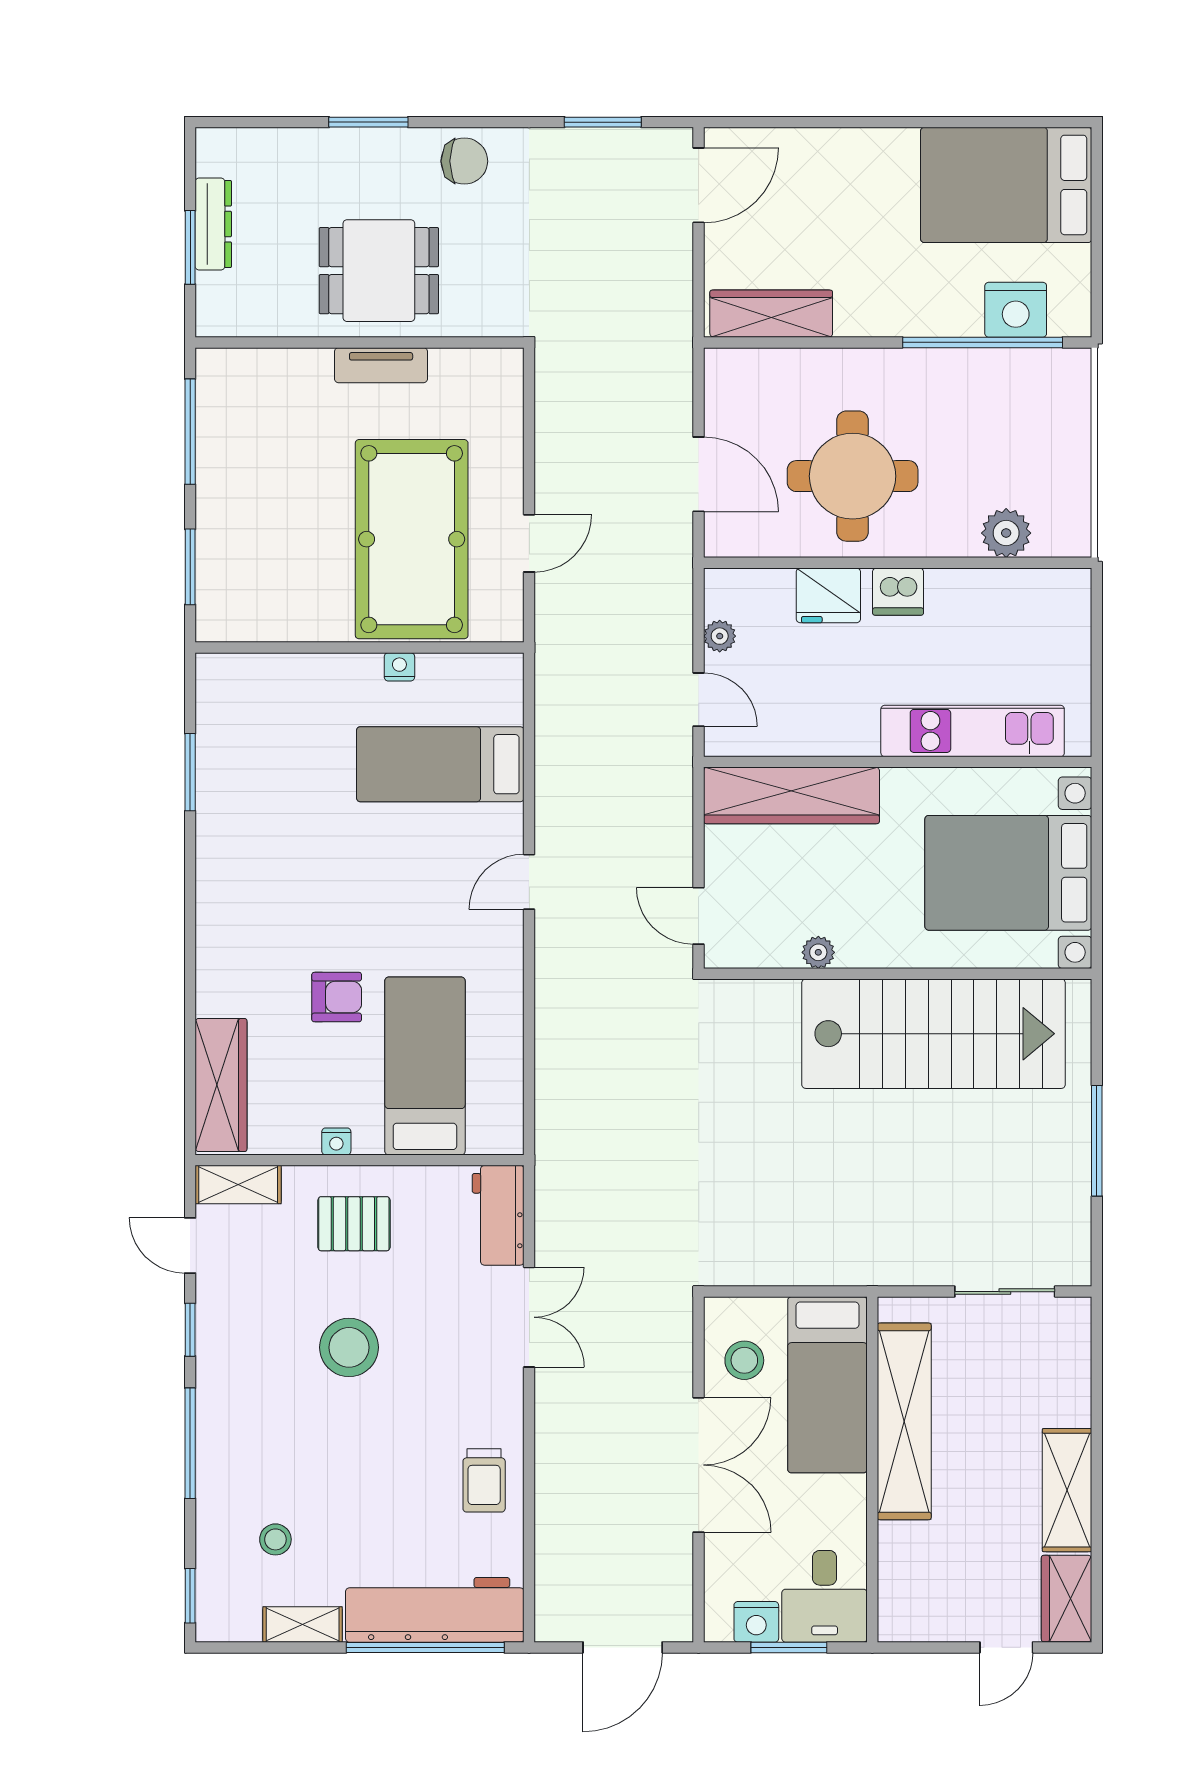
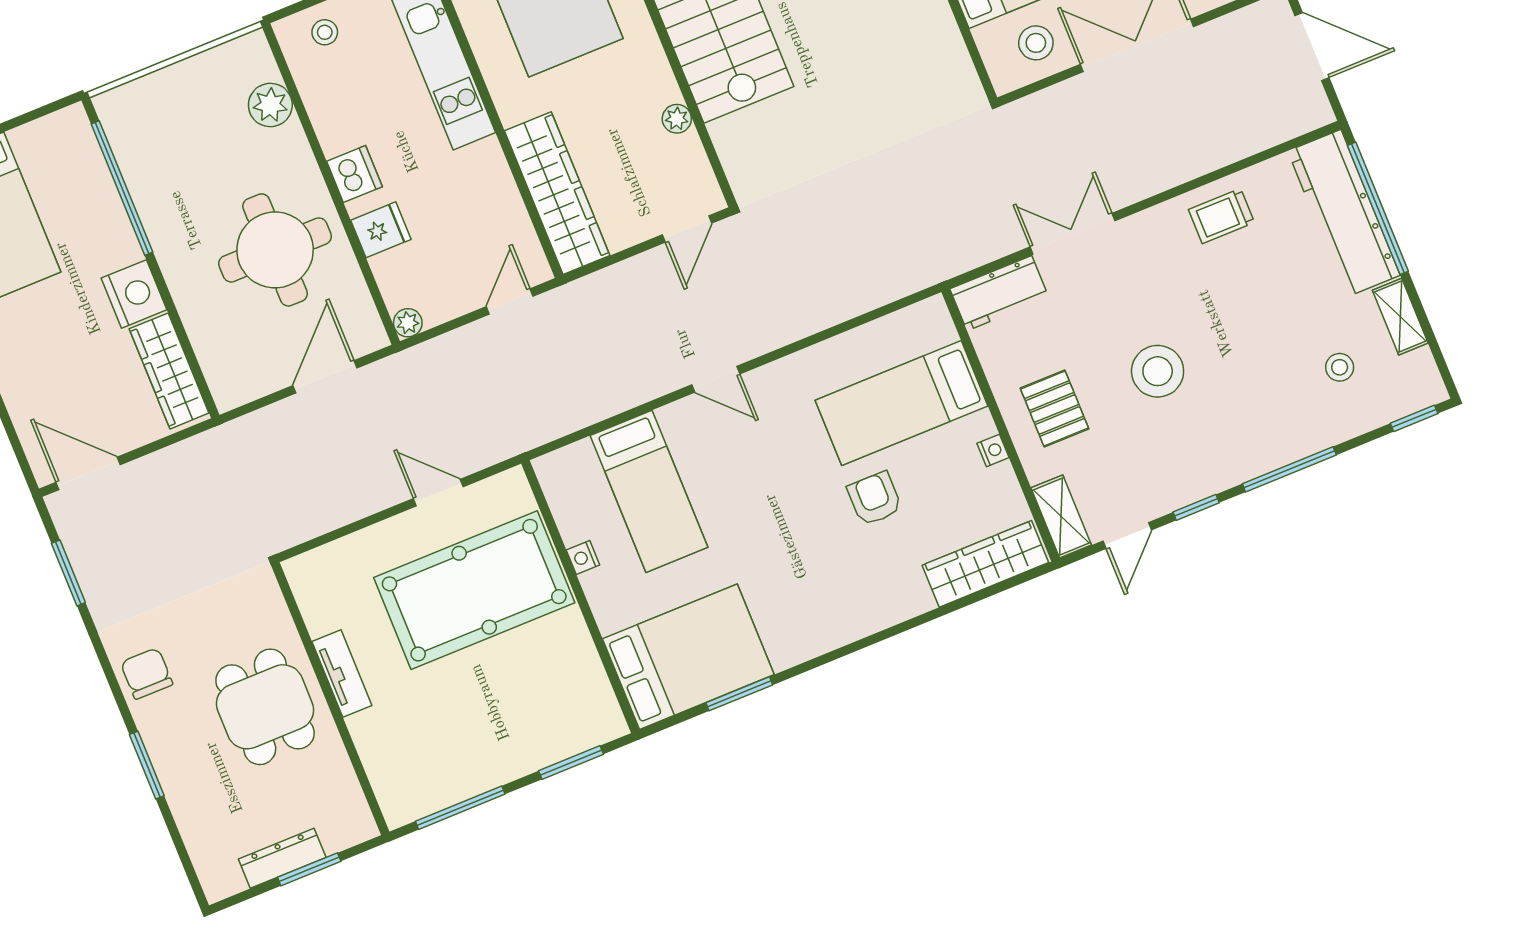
nightstand: (1016, 310) -> (134, 294), moved
fridge: (828, 595) -> (381, 230), width x0.72
stool: (1059, 621) -> (325, 32), added
plant: (720, 636) -> (408, 323), moved
bed: (251, 735) -> (688, 657), added
trolley: (484, 1480) -> (1221, 216), turned 180

